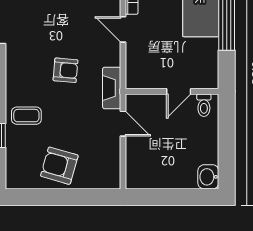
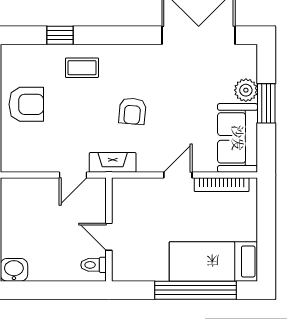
coffee table: (26, 116) -> (82, 68), turned 90
armchair: (59, 166) -> (26, 104), turned 74

